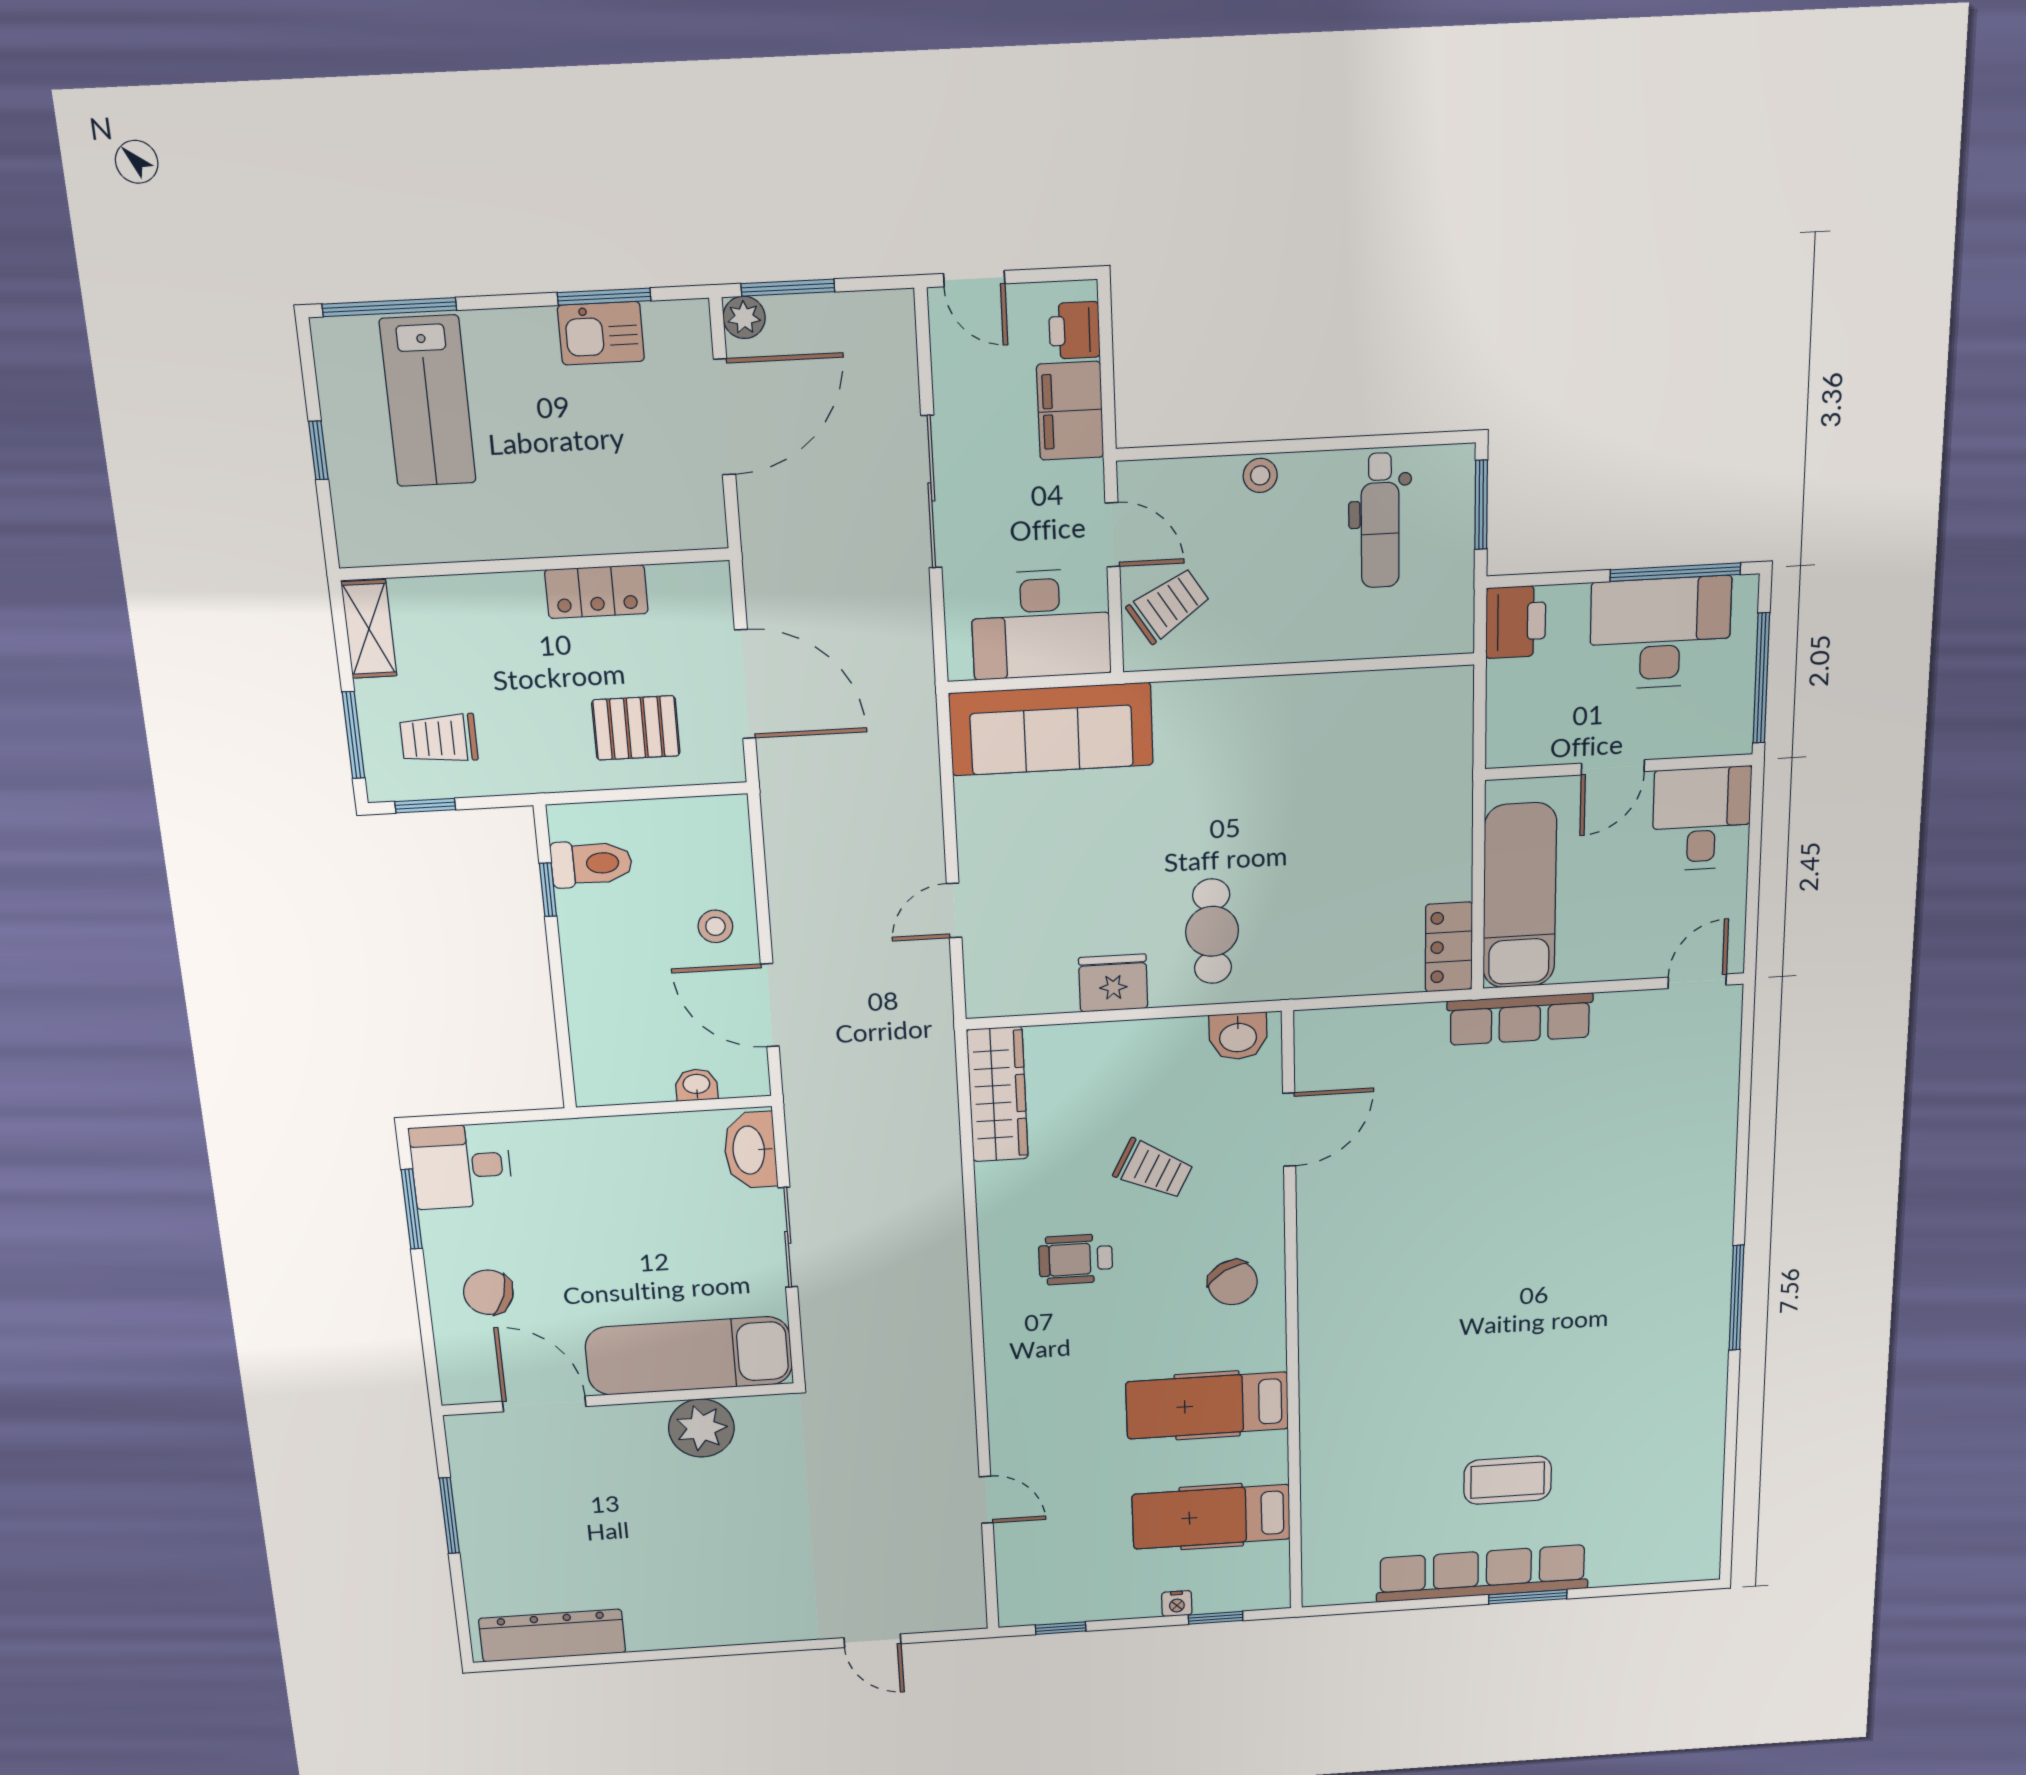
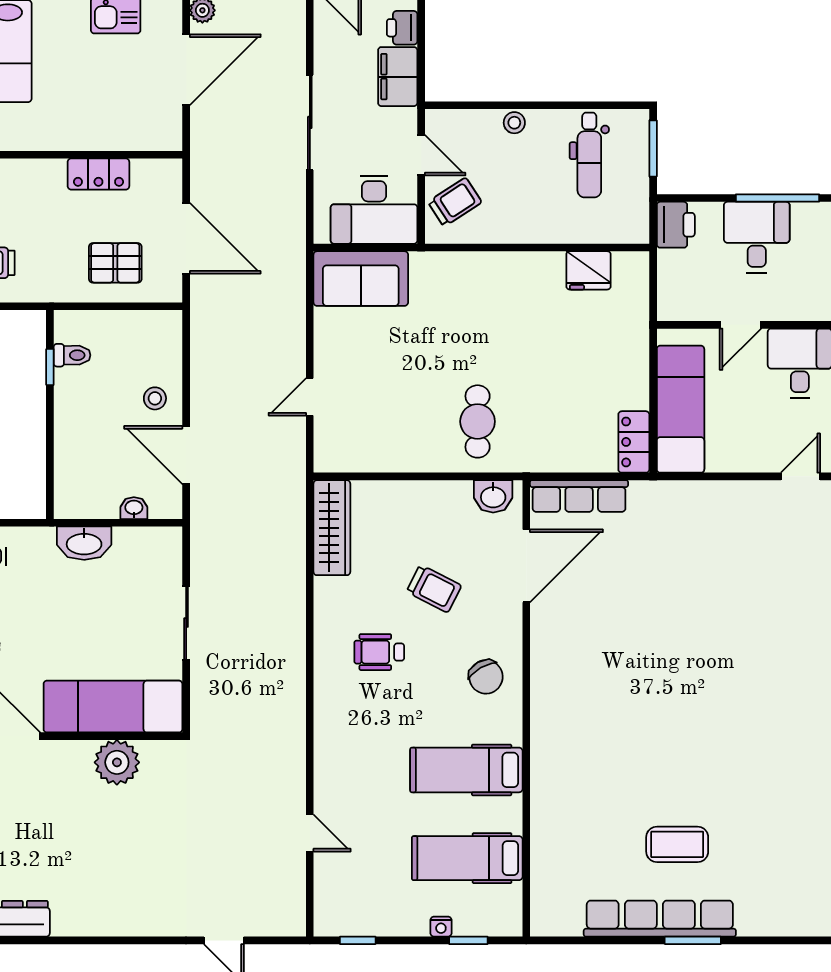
desk: (1660, 633) -> (757, 237), width x0.73
sofa: (1051, 729) -> (361, 279), width x0.73
toilet: (591, 864) -> (72, 355), width x0.73, depth x0.72
fridge: (1113, 983) -> (588, 270), moved, turned 180
row of seats: (1520, 1019) -> (579, 496), moved
door: (1289, 1130) -> (526, 566), width x1.36
washbasin: (750, 1150) -> (84, 543), moved, turned -90

